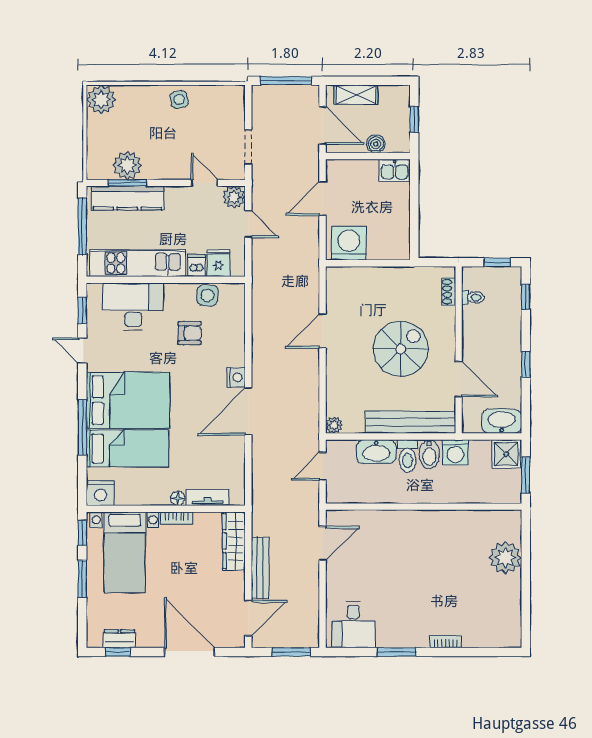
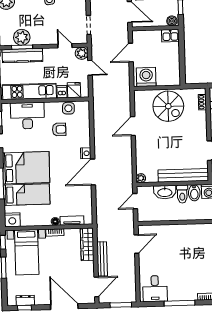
boiler: (376, 144) -> (172, 21), moved
spiral stairs: (401, 349) -> (168, 106), moved, turned 90
window: (397, 652) -> (180, 303), width x1.44

